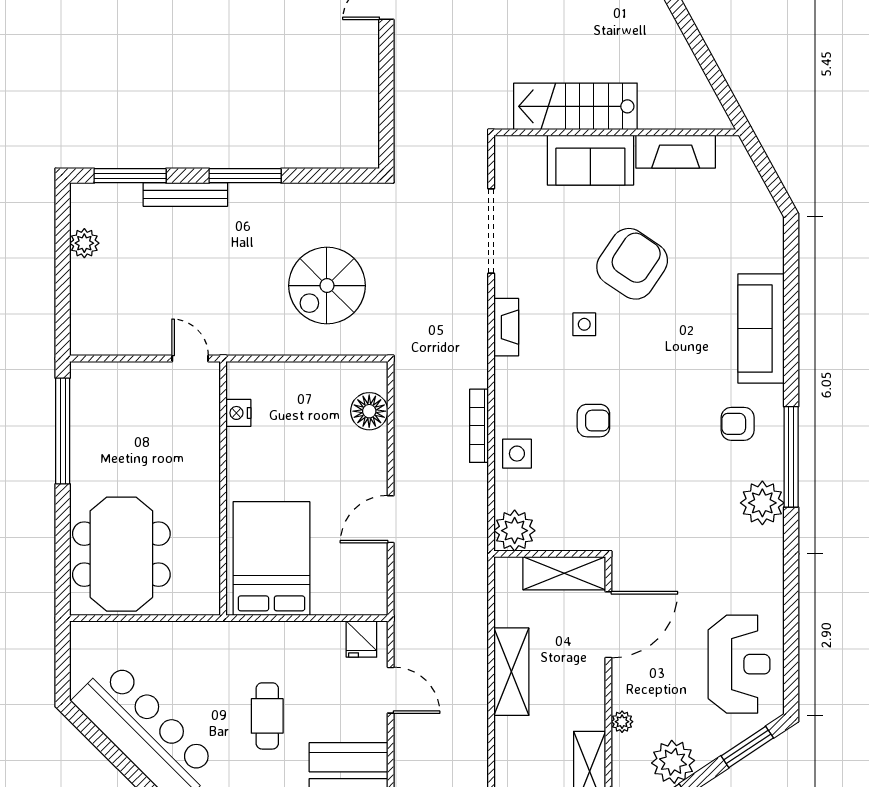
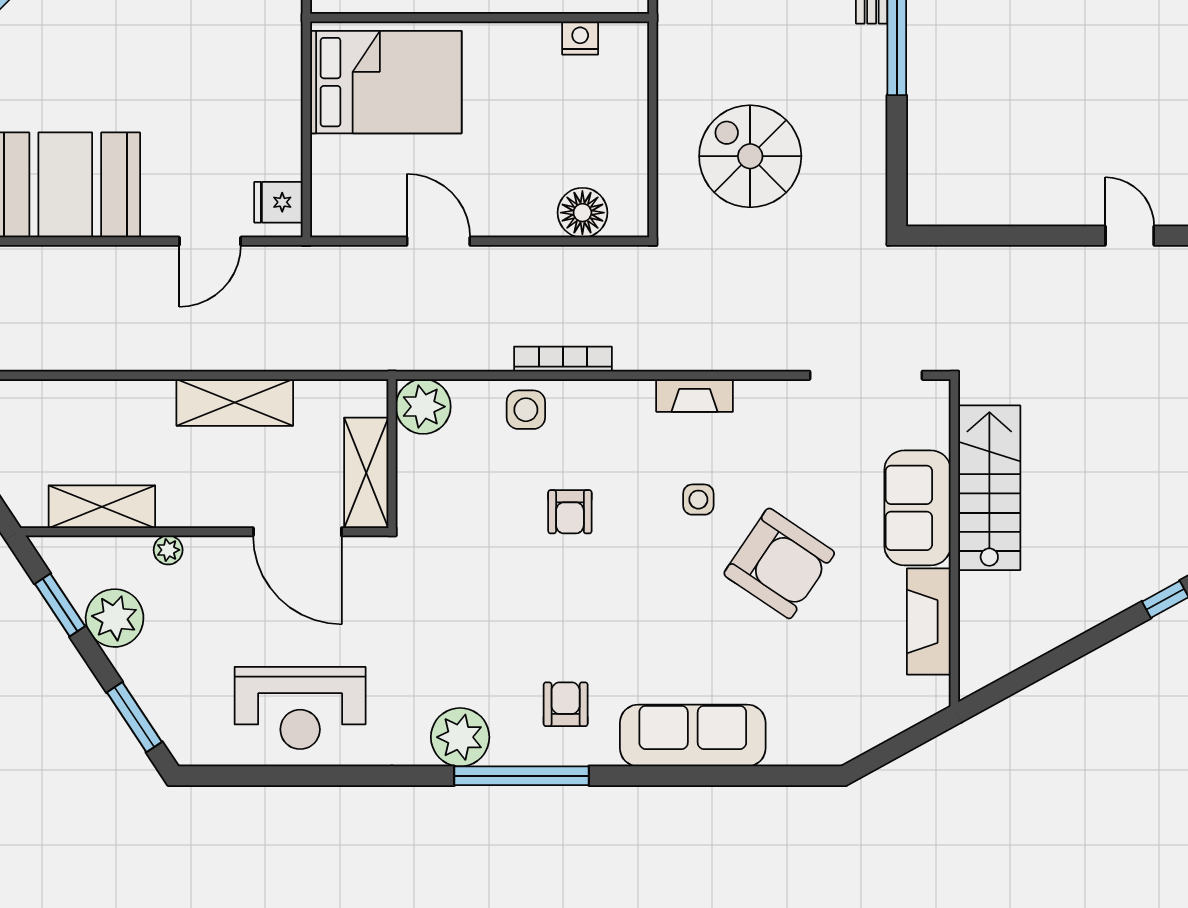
doorway: (491, 231) -> (866, 375), moved
reception desk: (739, 664) -> (300, 708), moved
cafe table: (267, 716) -> (176, 76), removed

